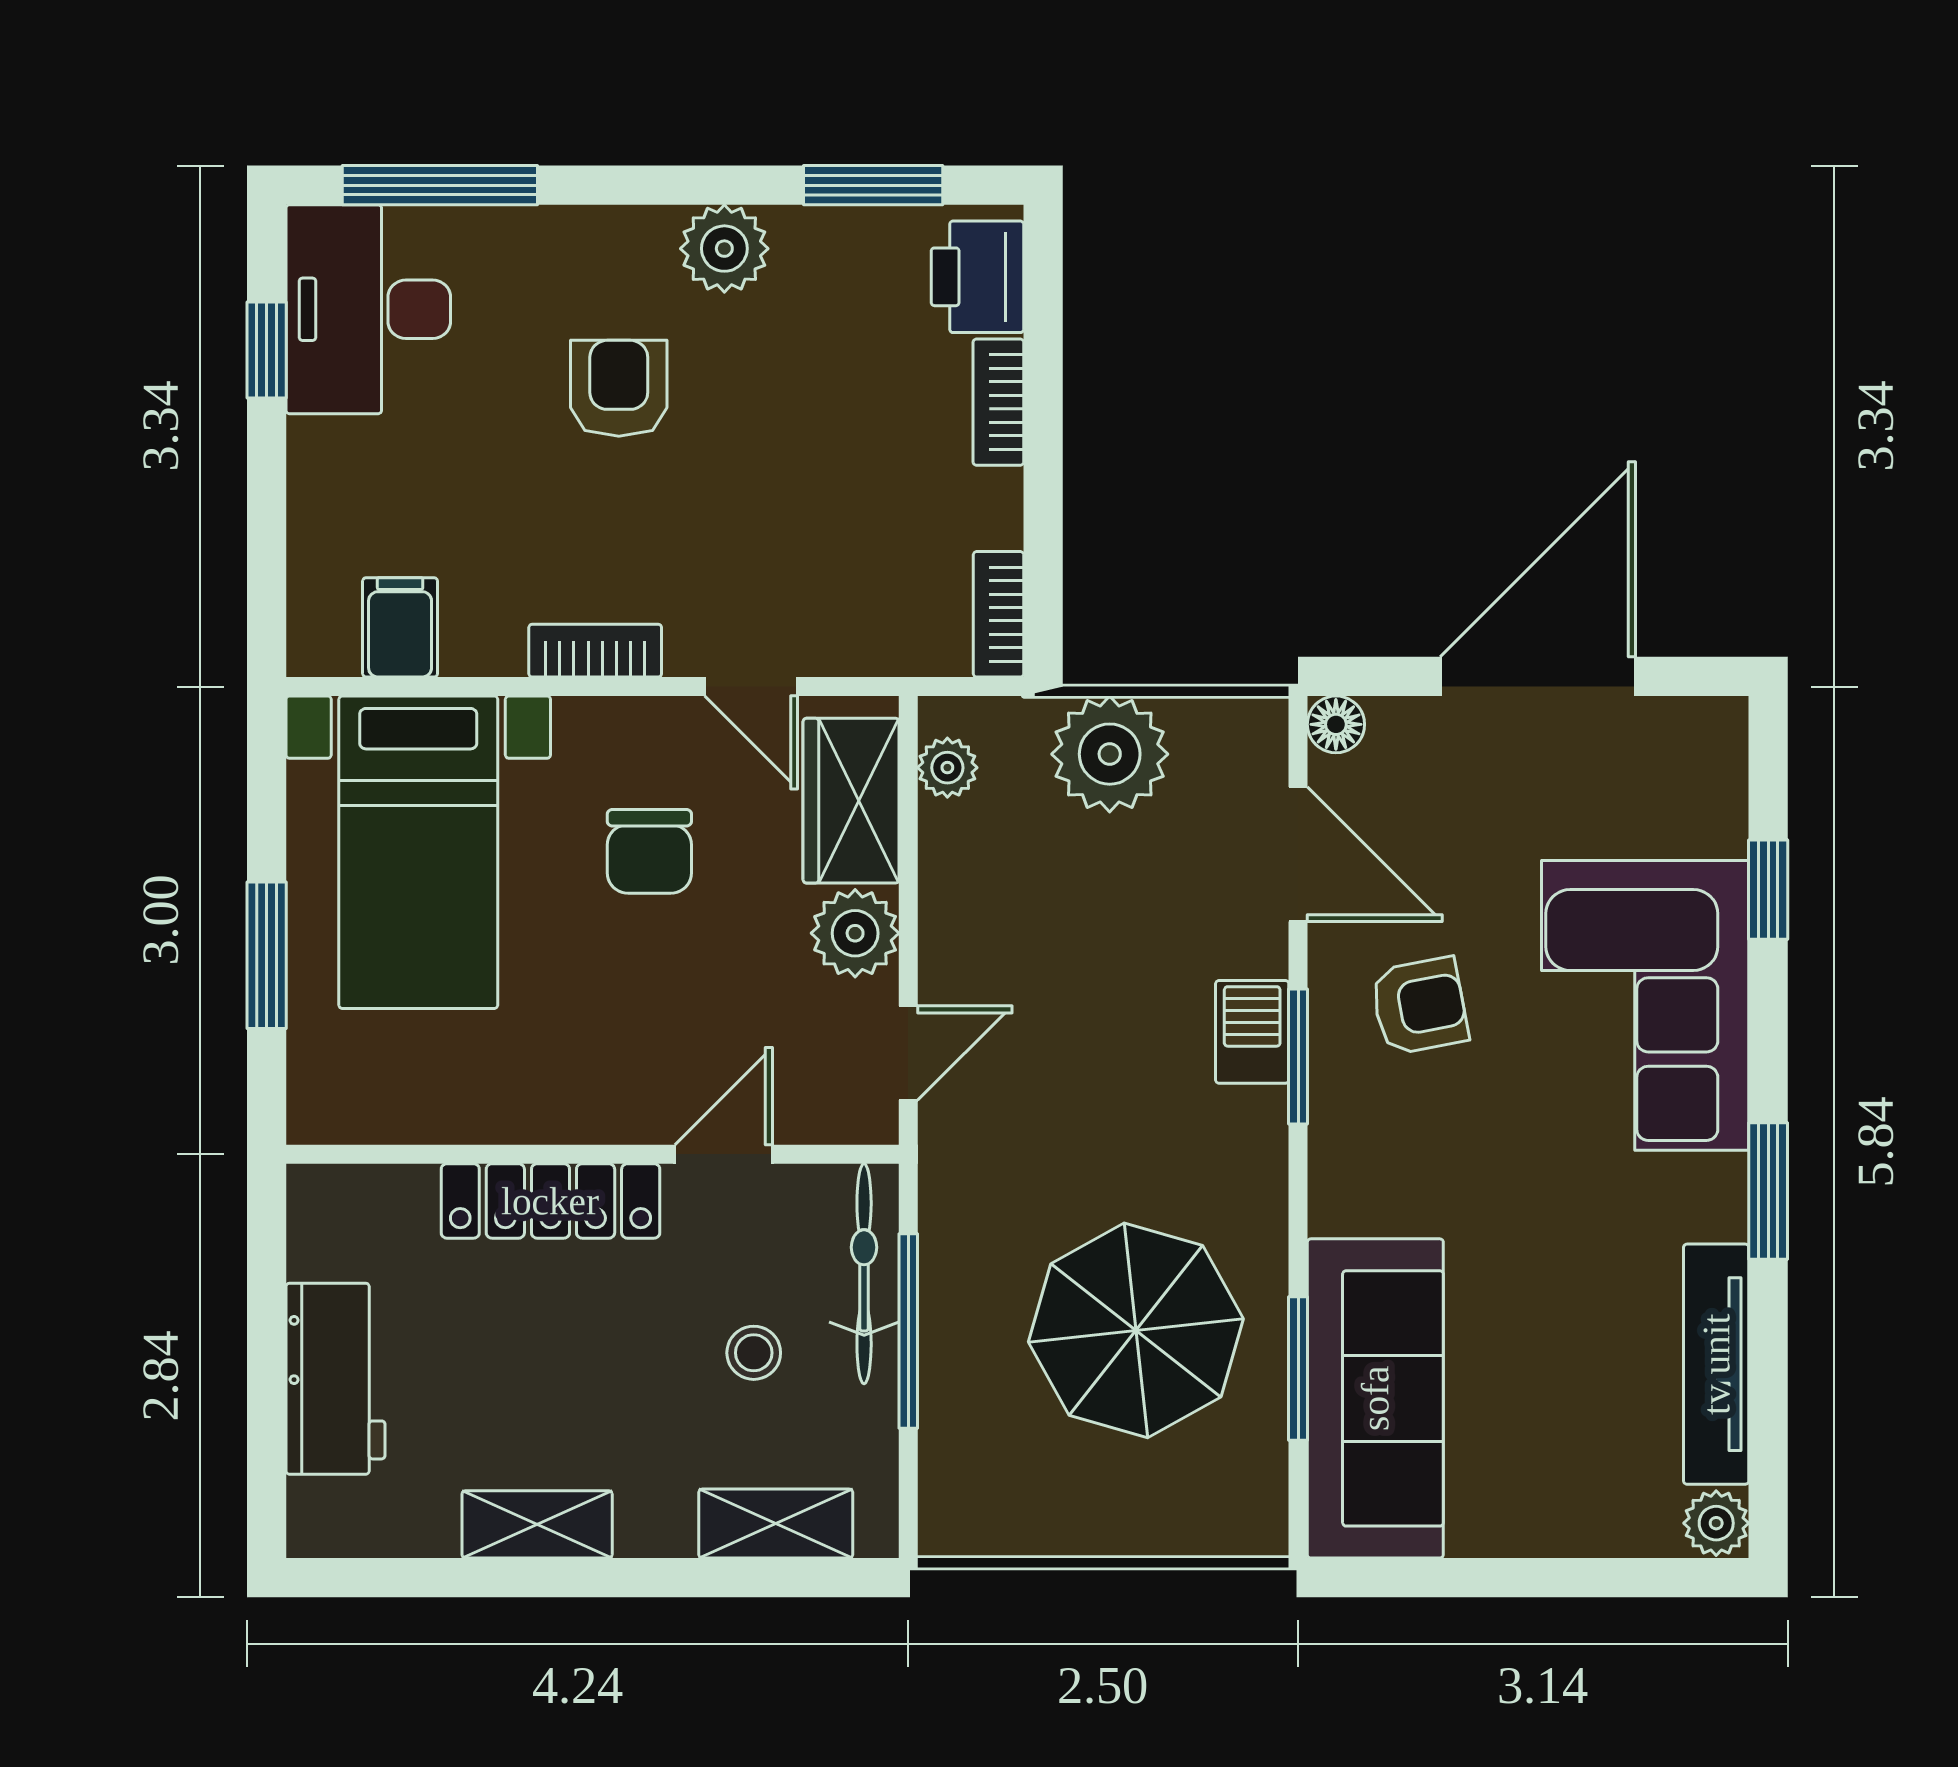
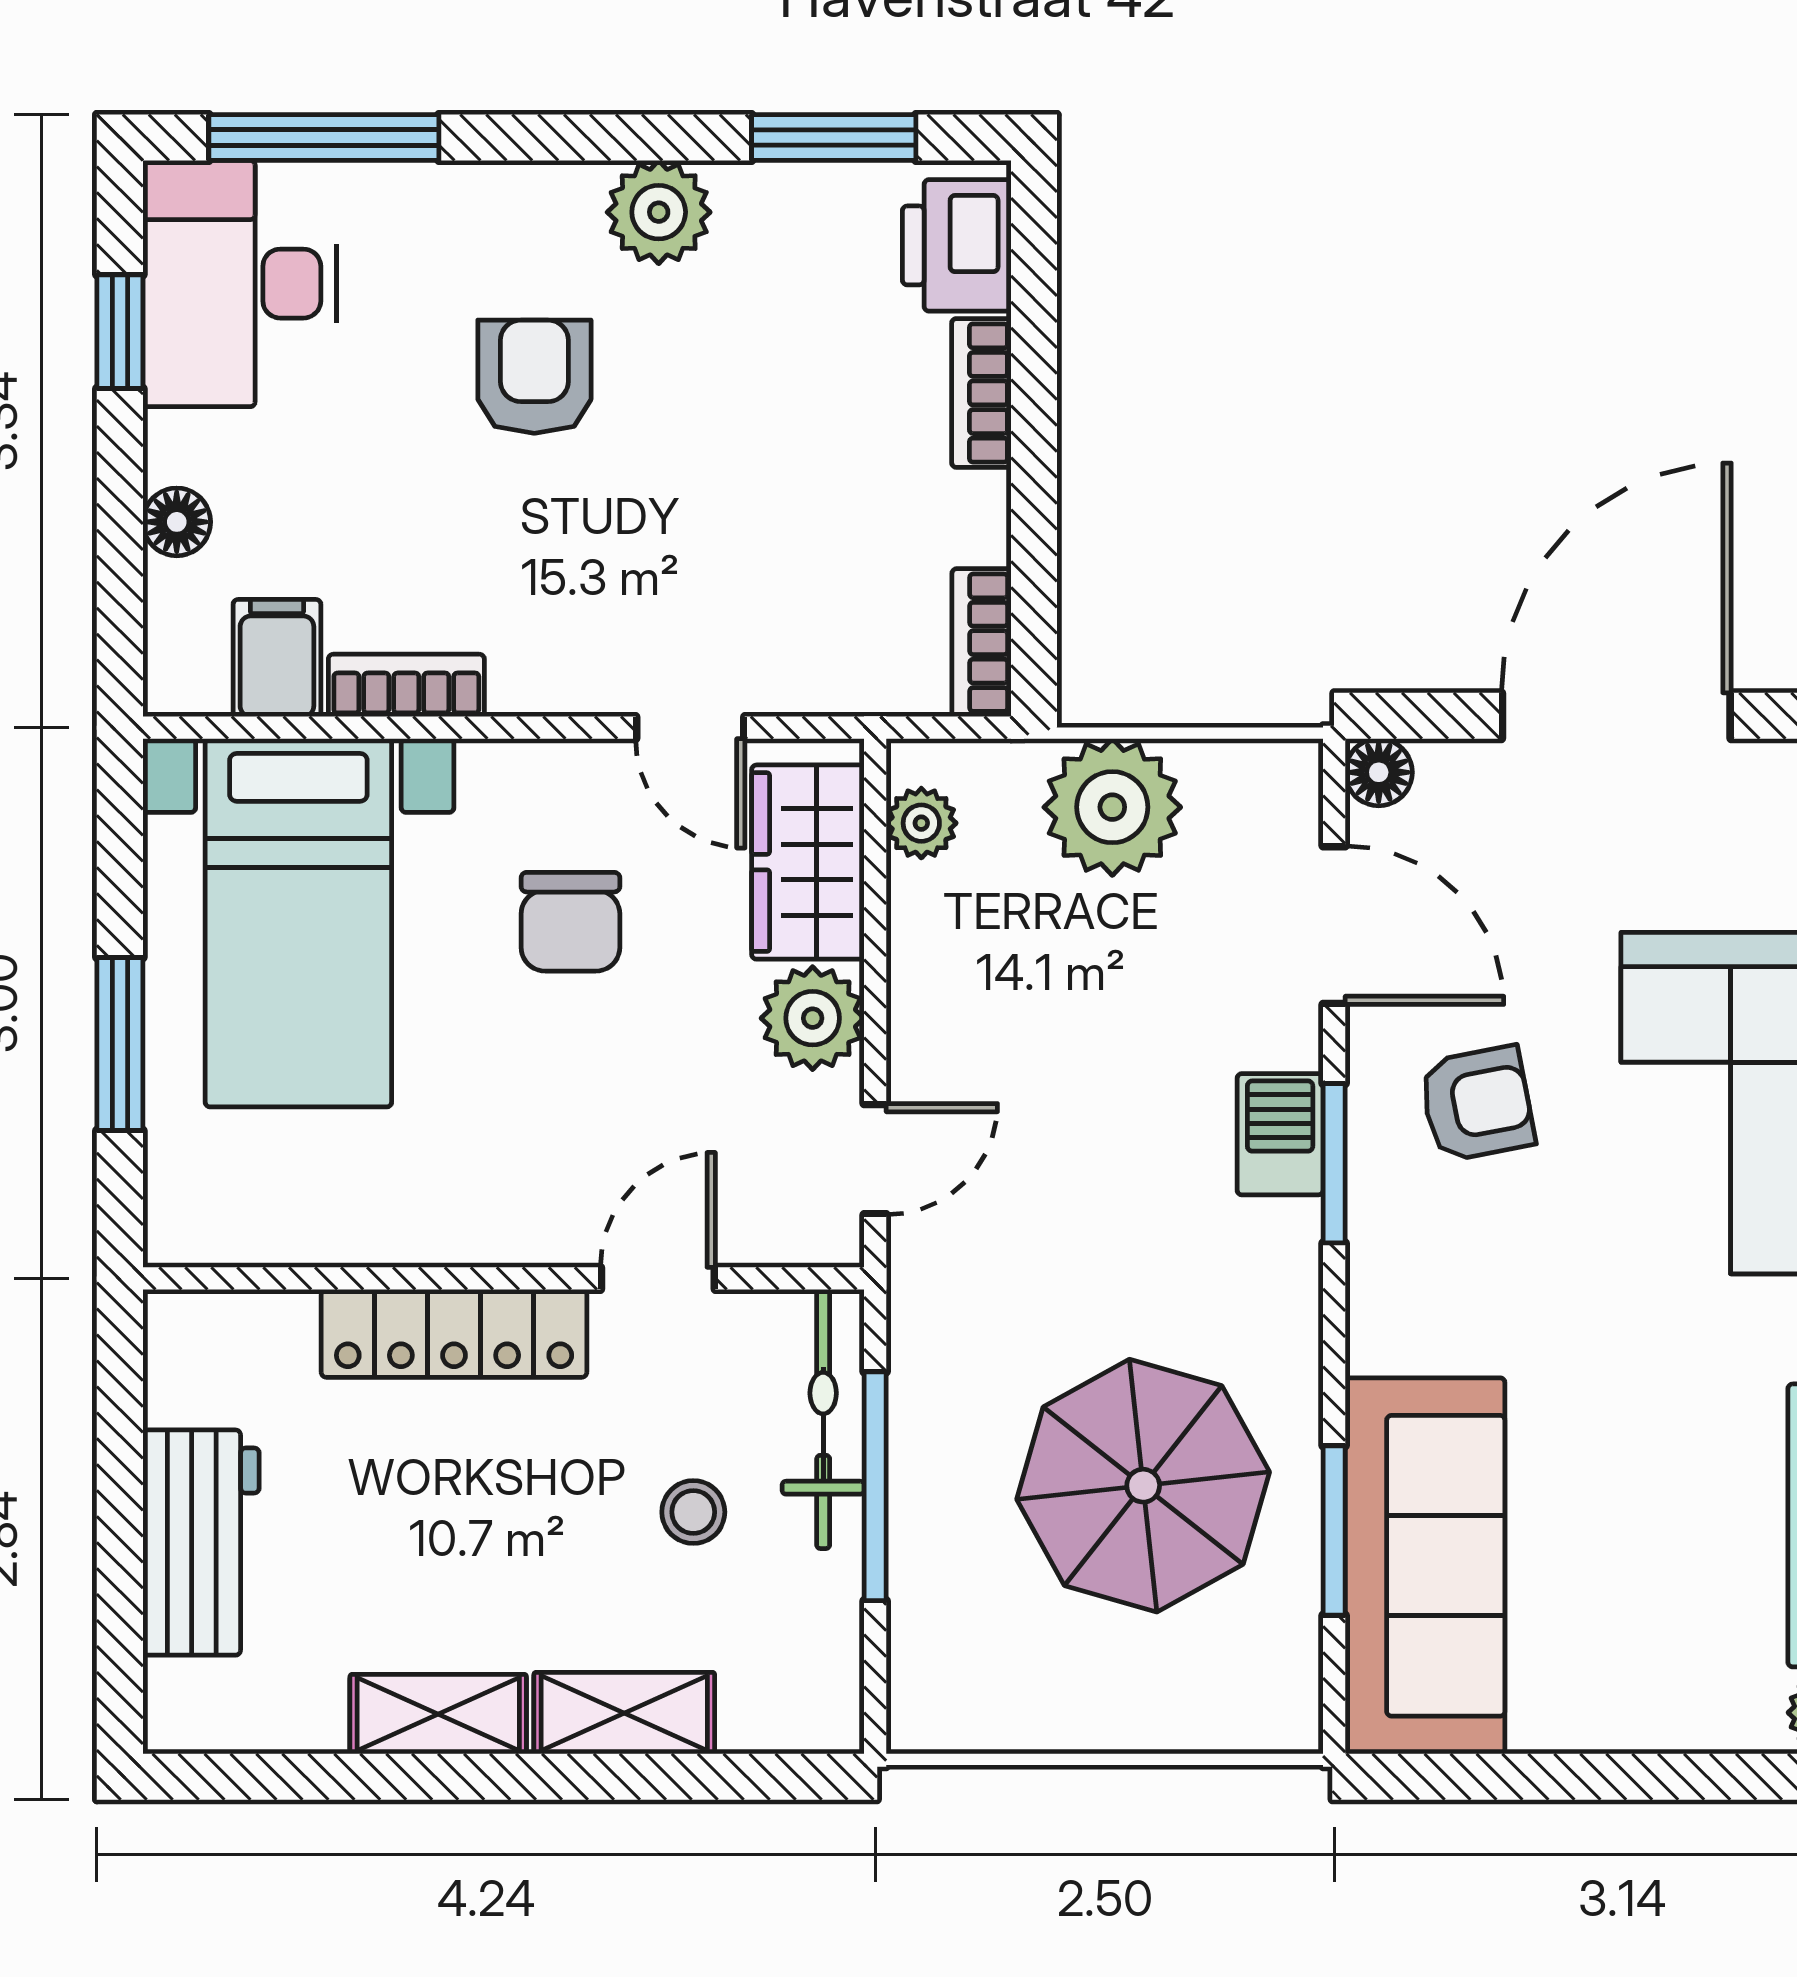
floor lamp: (315, 512) -> (177, 522), added
bookcase: (595, 651) -> (406, 685), moved
shelving: (776, 1524) -> (624, 1713), moved

